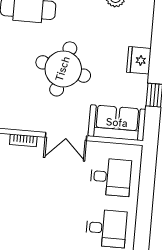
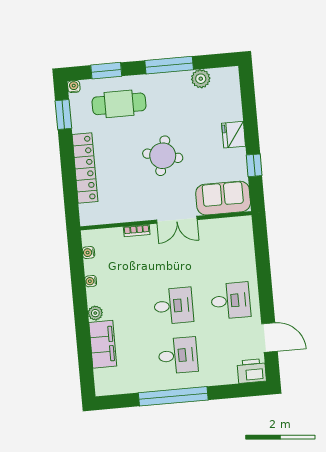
round table: (63, 69) -> (163, 156), width x0.73, depth x0.73
desk: (111, 177) -> (174, 306), moved

